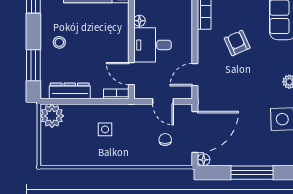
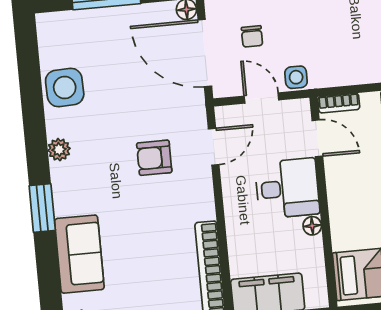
armchair: (237, 43) -> (154, 158), moved, turned 114
side table: (105, 129) -> (296, 77), moved
door: (195, 132) -> (205, 53), hinge flipped

